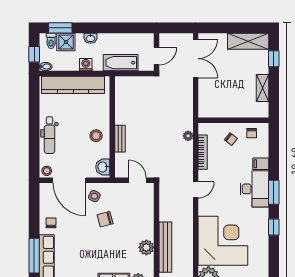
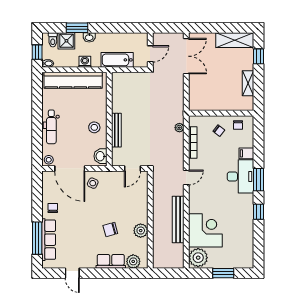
window: (60, 28) -> (77, 28), moved
bench: (120, 139) -> (116, 130), width x1.36
door: (137, 180) -> (132, 168), swing flipped
chair: (105, 219) -> (110, 230), moved
corner desk: (223, 241) -> (205, 230), width x0.74, depth x0.74
bench: (165, 247) -> (178, 219), moved

